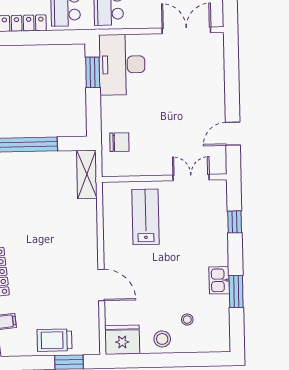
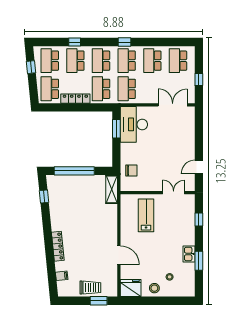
trolley: (55, 340) -> (90, 288), turned 180

